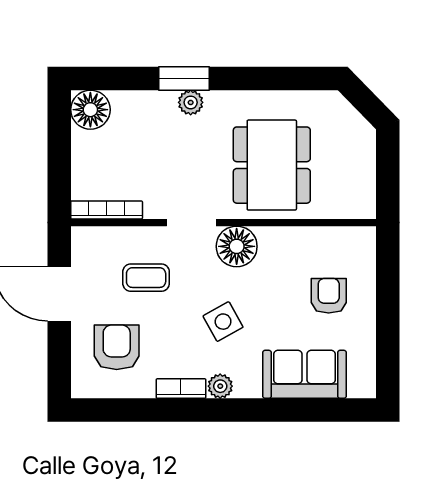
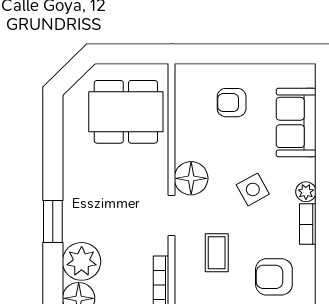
plant: (191, 102) -> (82, 261), moved, width x1.87, depth x1.87
dining table: (272, 165) -> (126, 112), moved

